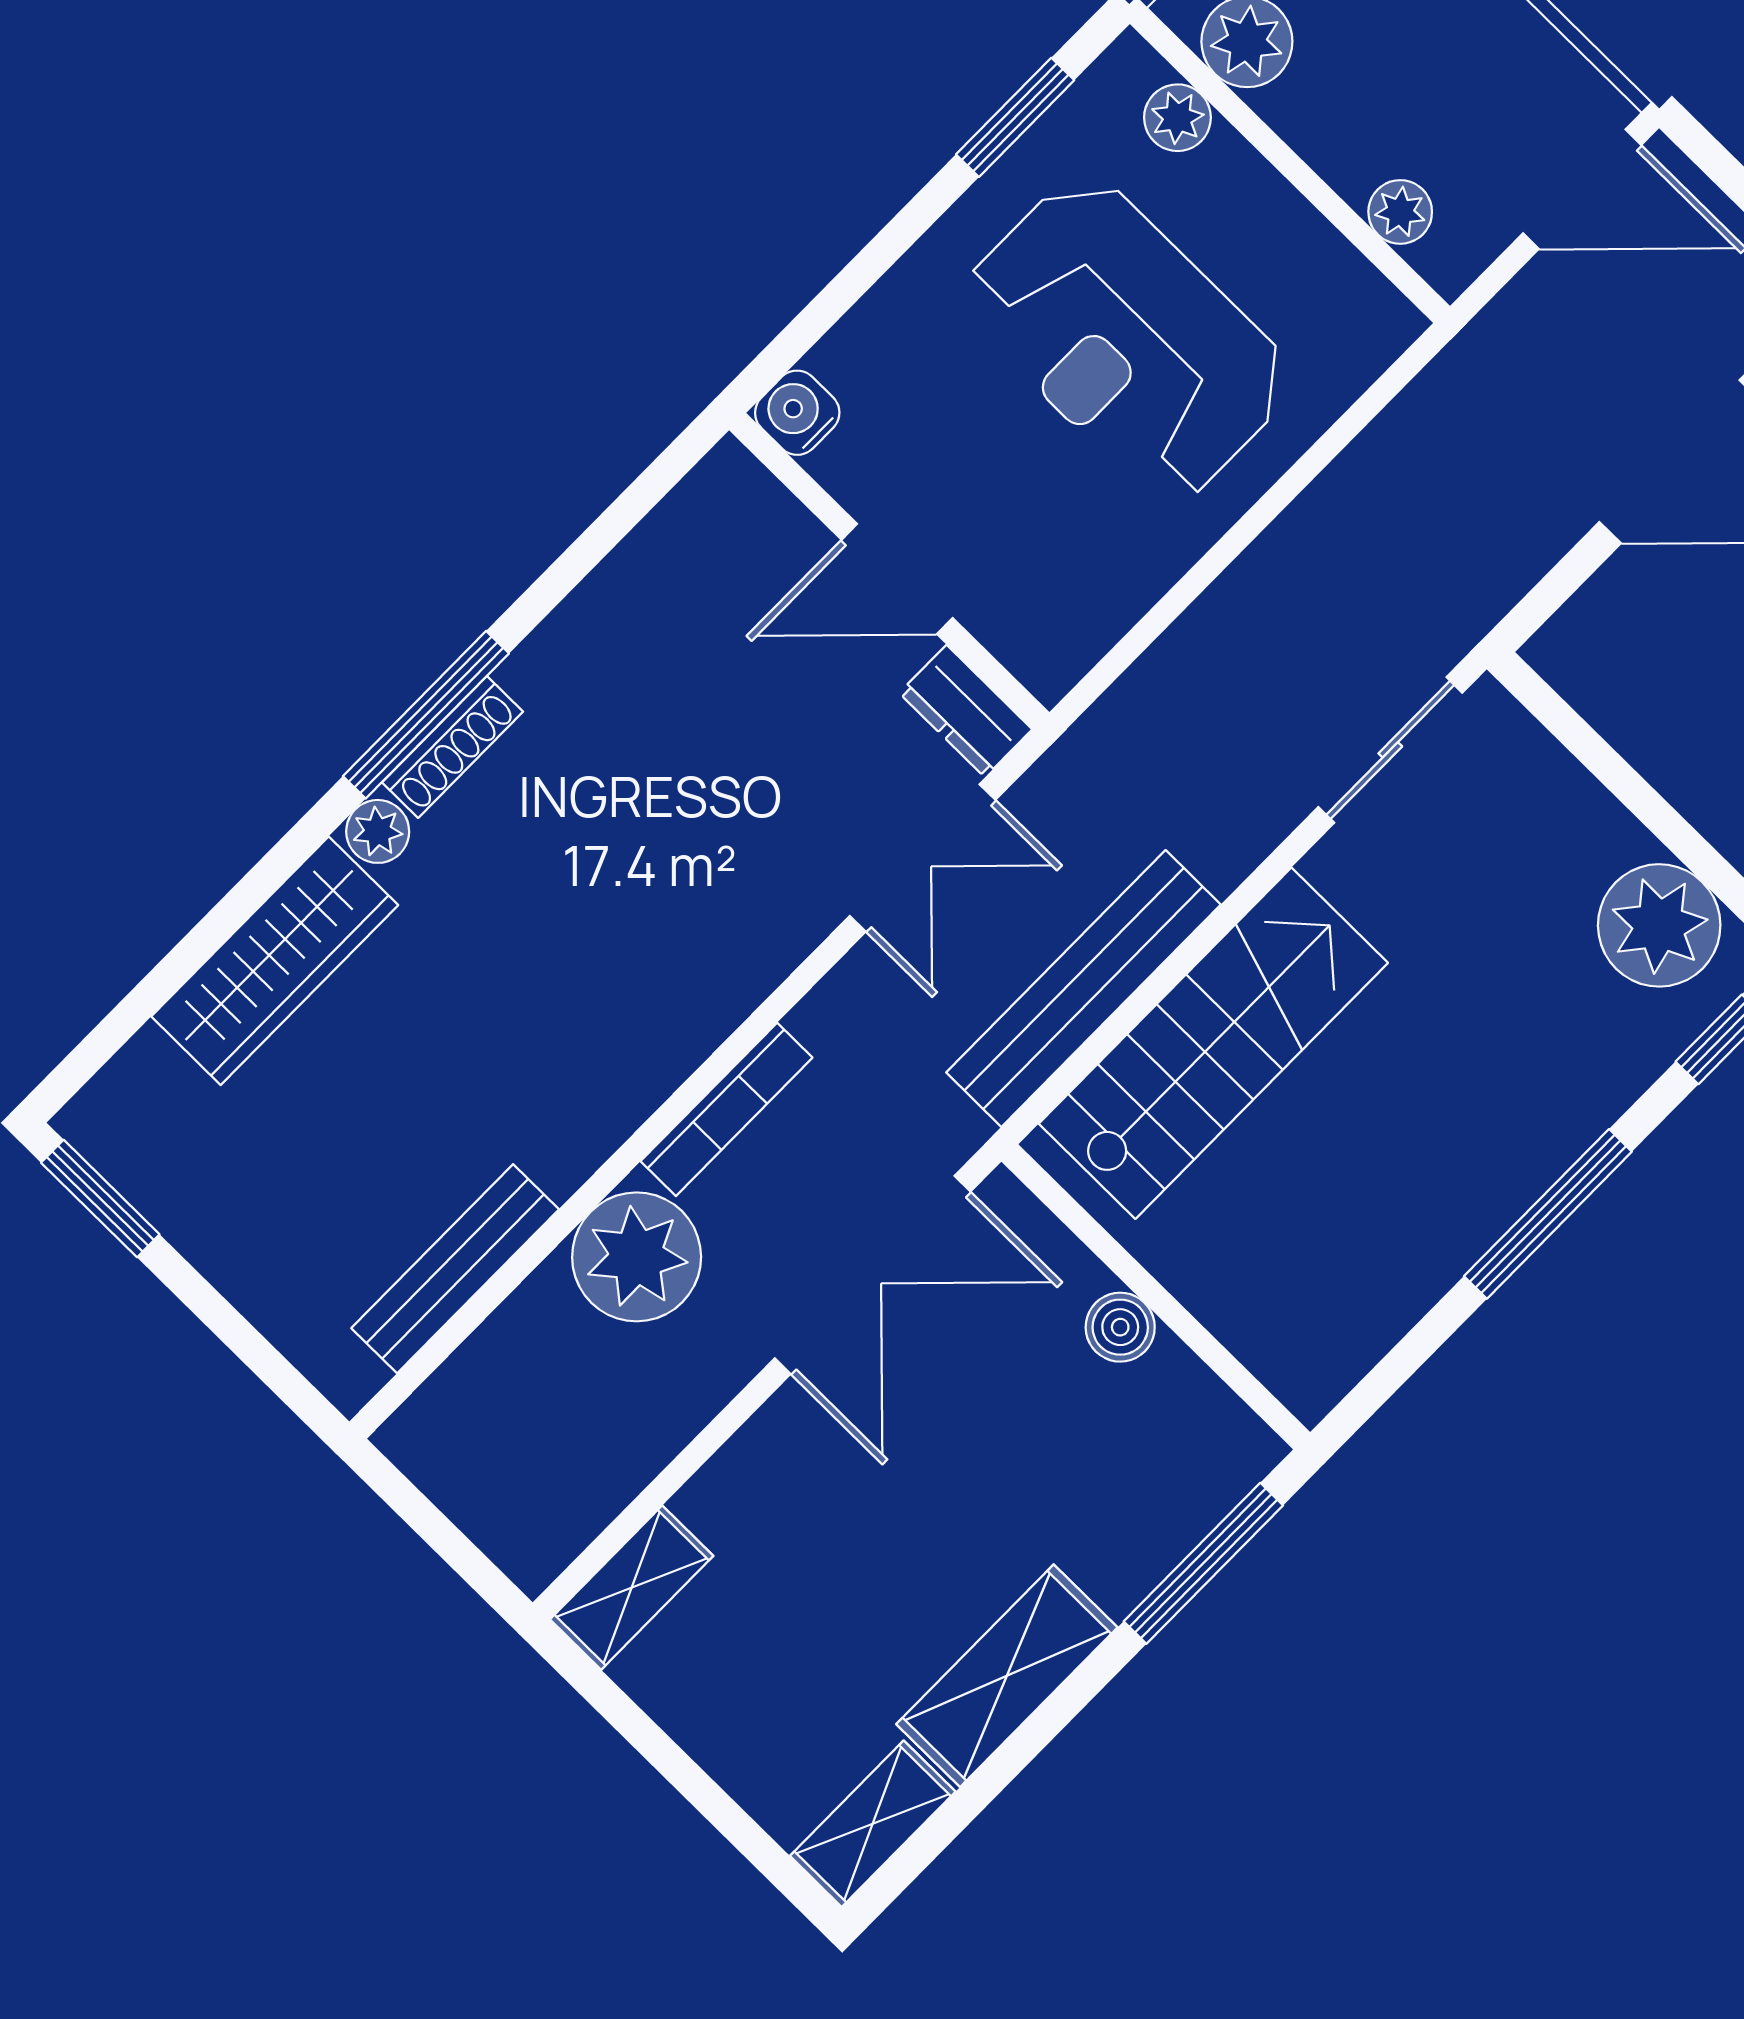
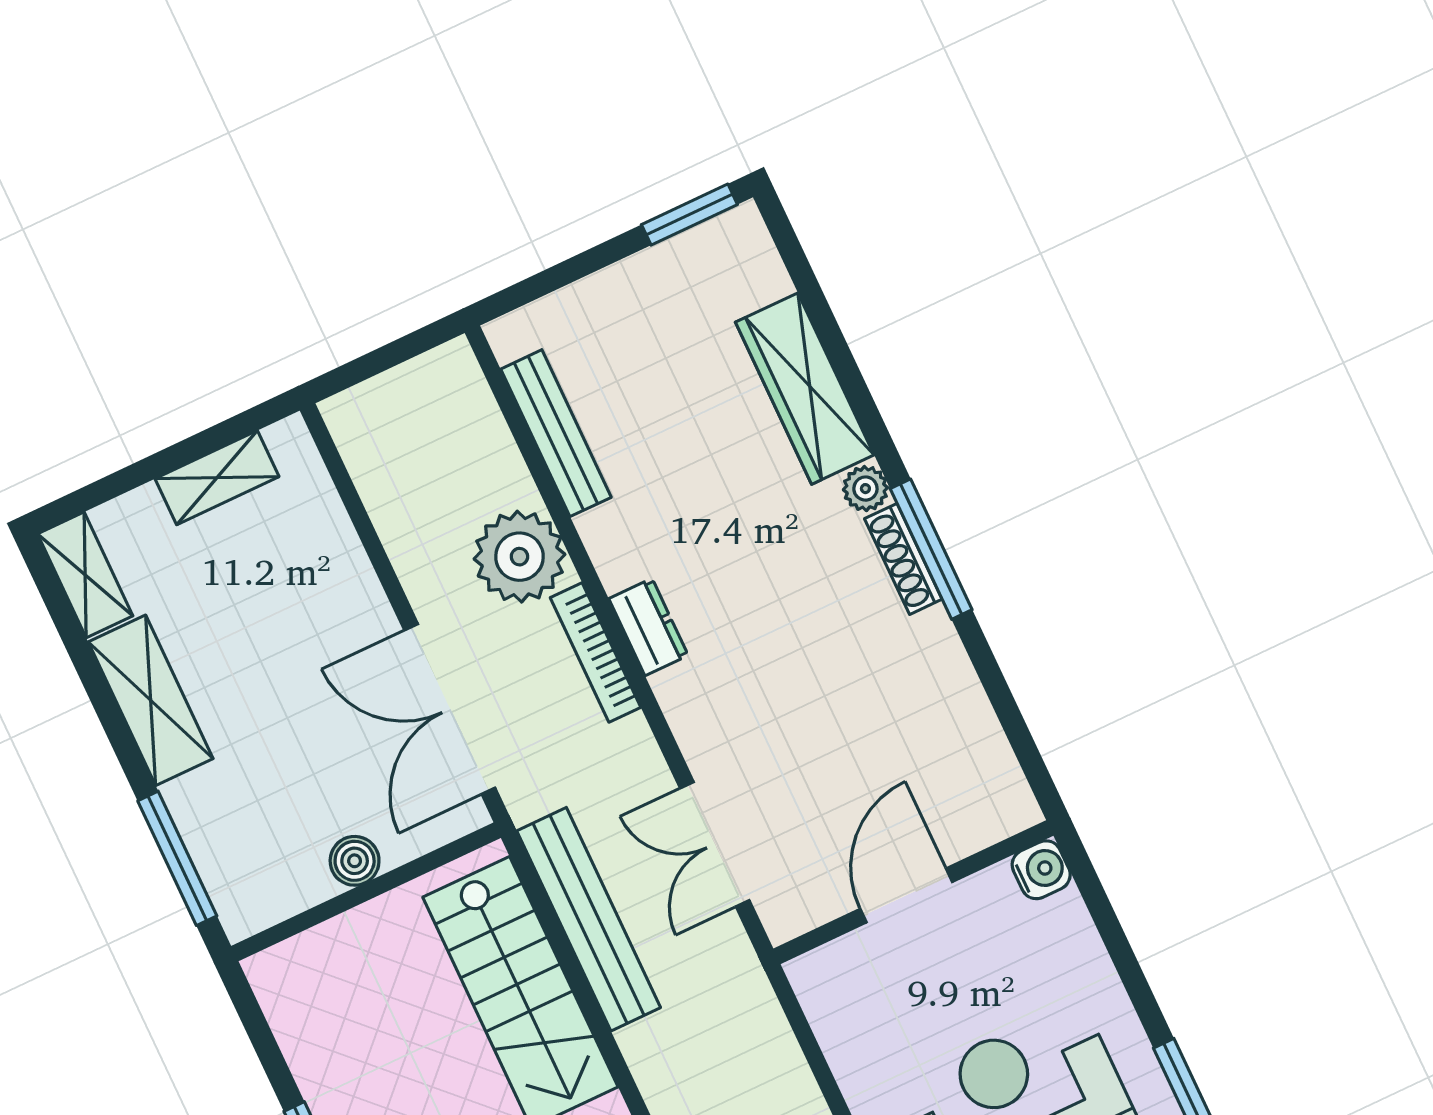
dresser: (966, 711) -> (648, 627), moved, turned 90
shelving: (632, 1588) -> (217, 478), moved, turned 90

